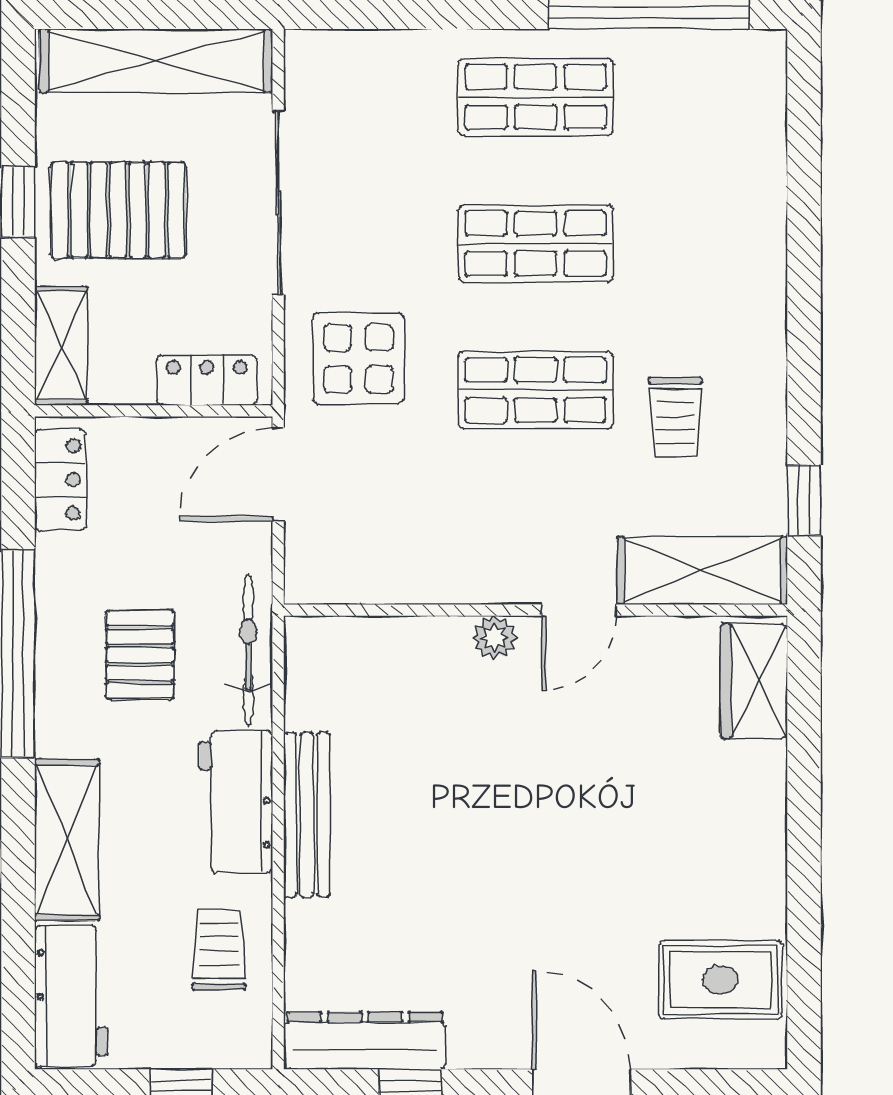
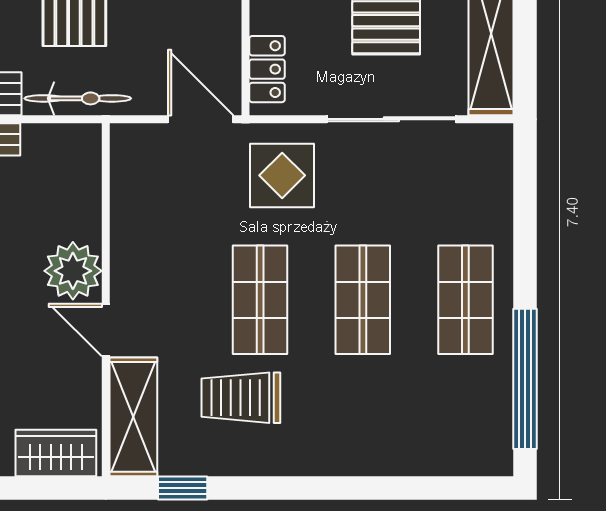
trolley: (675, 417) -> (241, 398), width x1.36, depth x1.39
plant: (494, 638) -> (73, 271), width x1.87, depth x1.87

